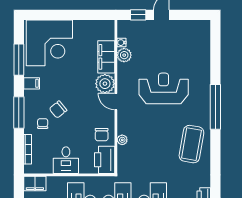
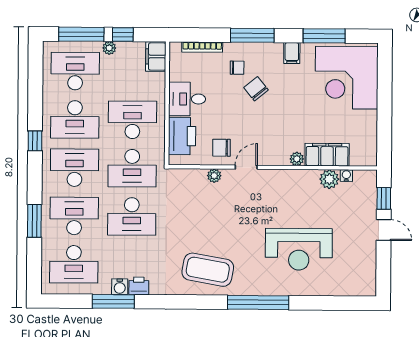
plant: (105, 84) -> (297, 159), width x0.53, depth x0.53
reception desk: (164, 88) -> (299, 249), moved, turned 90
door: (116, 102) -> (246, 167), moved
printer: (105, 160) -> (182, 136), moved, turned 90

